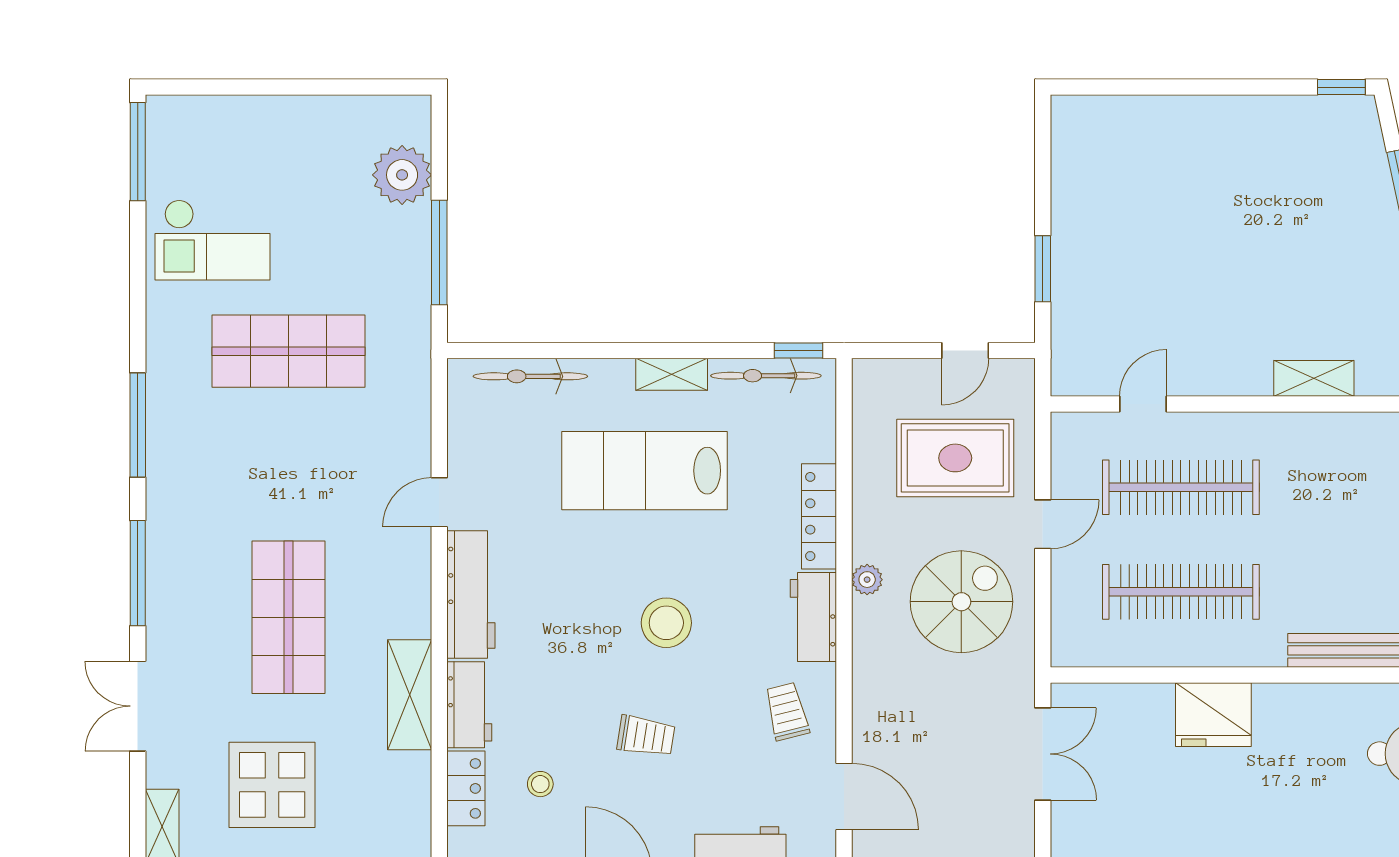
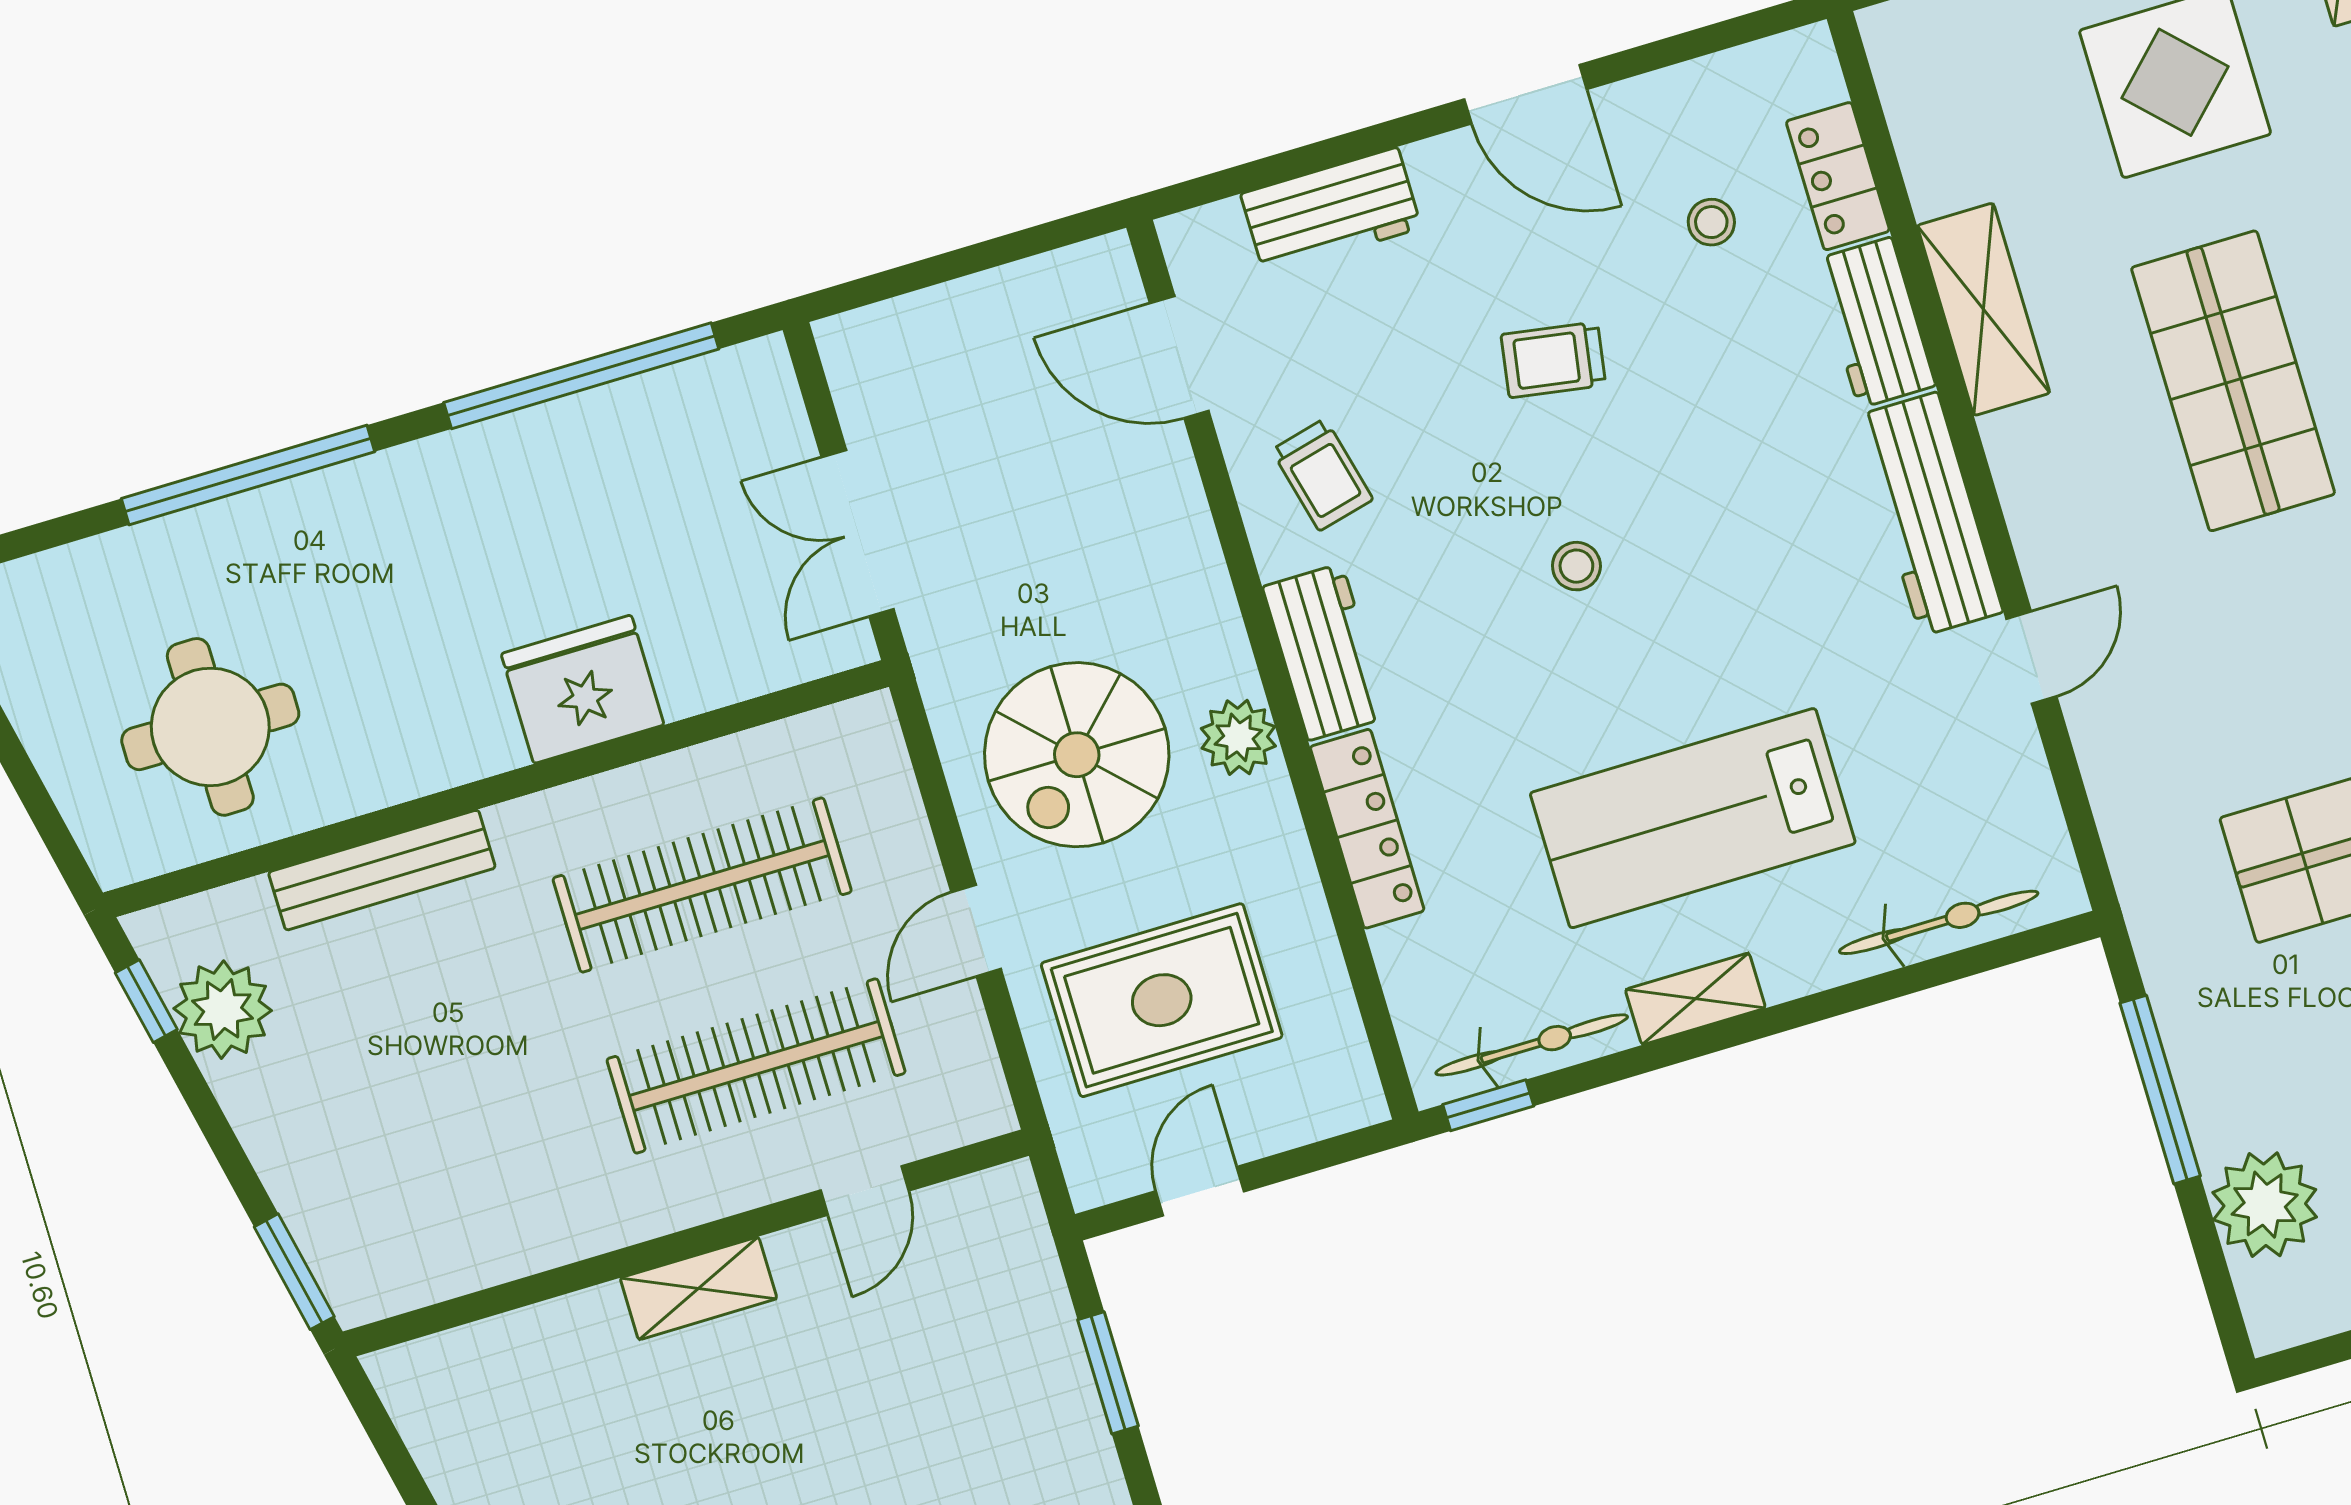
shelving: (1314, 378) -> (699, 1288), moved
lab bench: (644, 471) -> (1693, 818), turned 180
plant: (867, 580) -> (1238, 737), width x1.38, depth x1.38
stool: (666, 623) -> (1576, 566), width x0.53, depth x0.53

